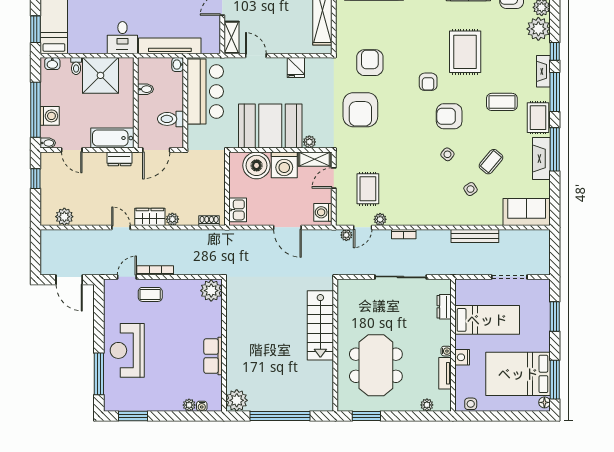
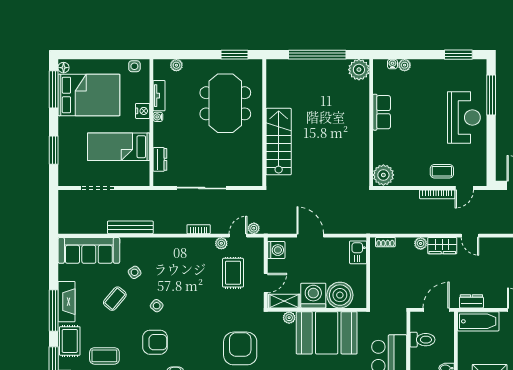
sofa: (527, 212) -> (89, 250), width x1.36

